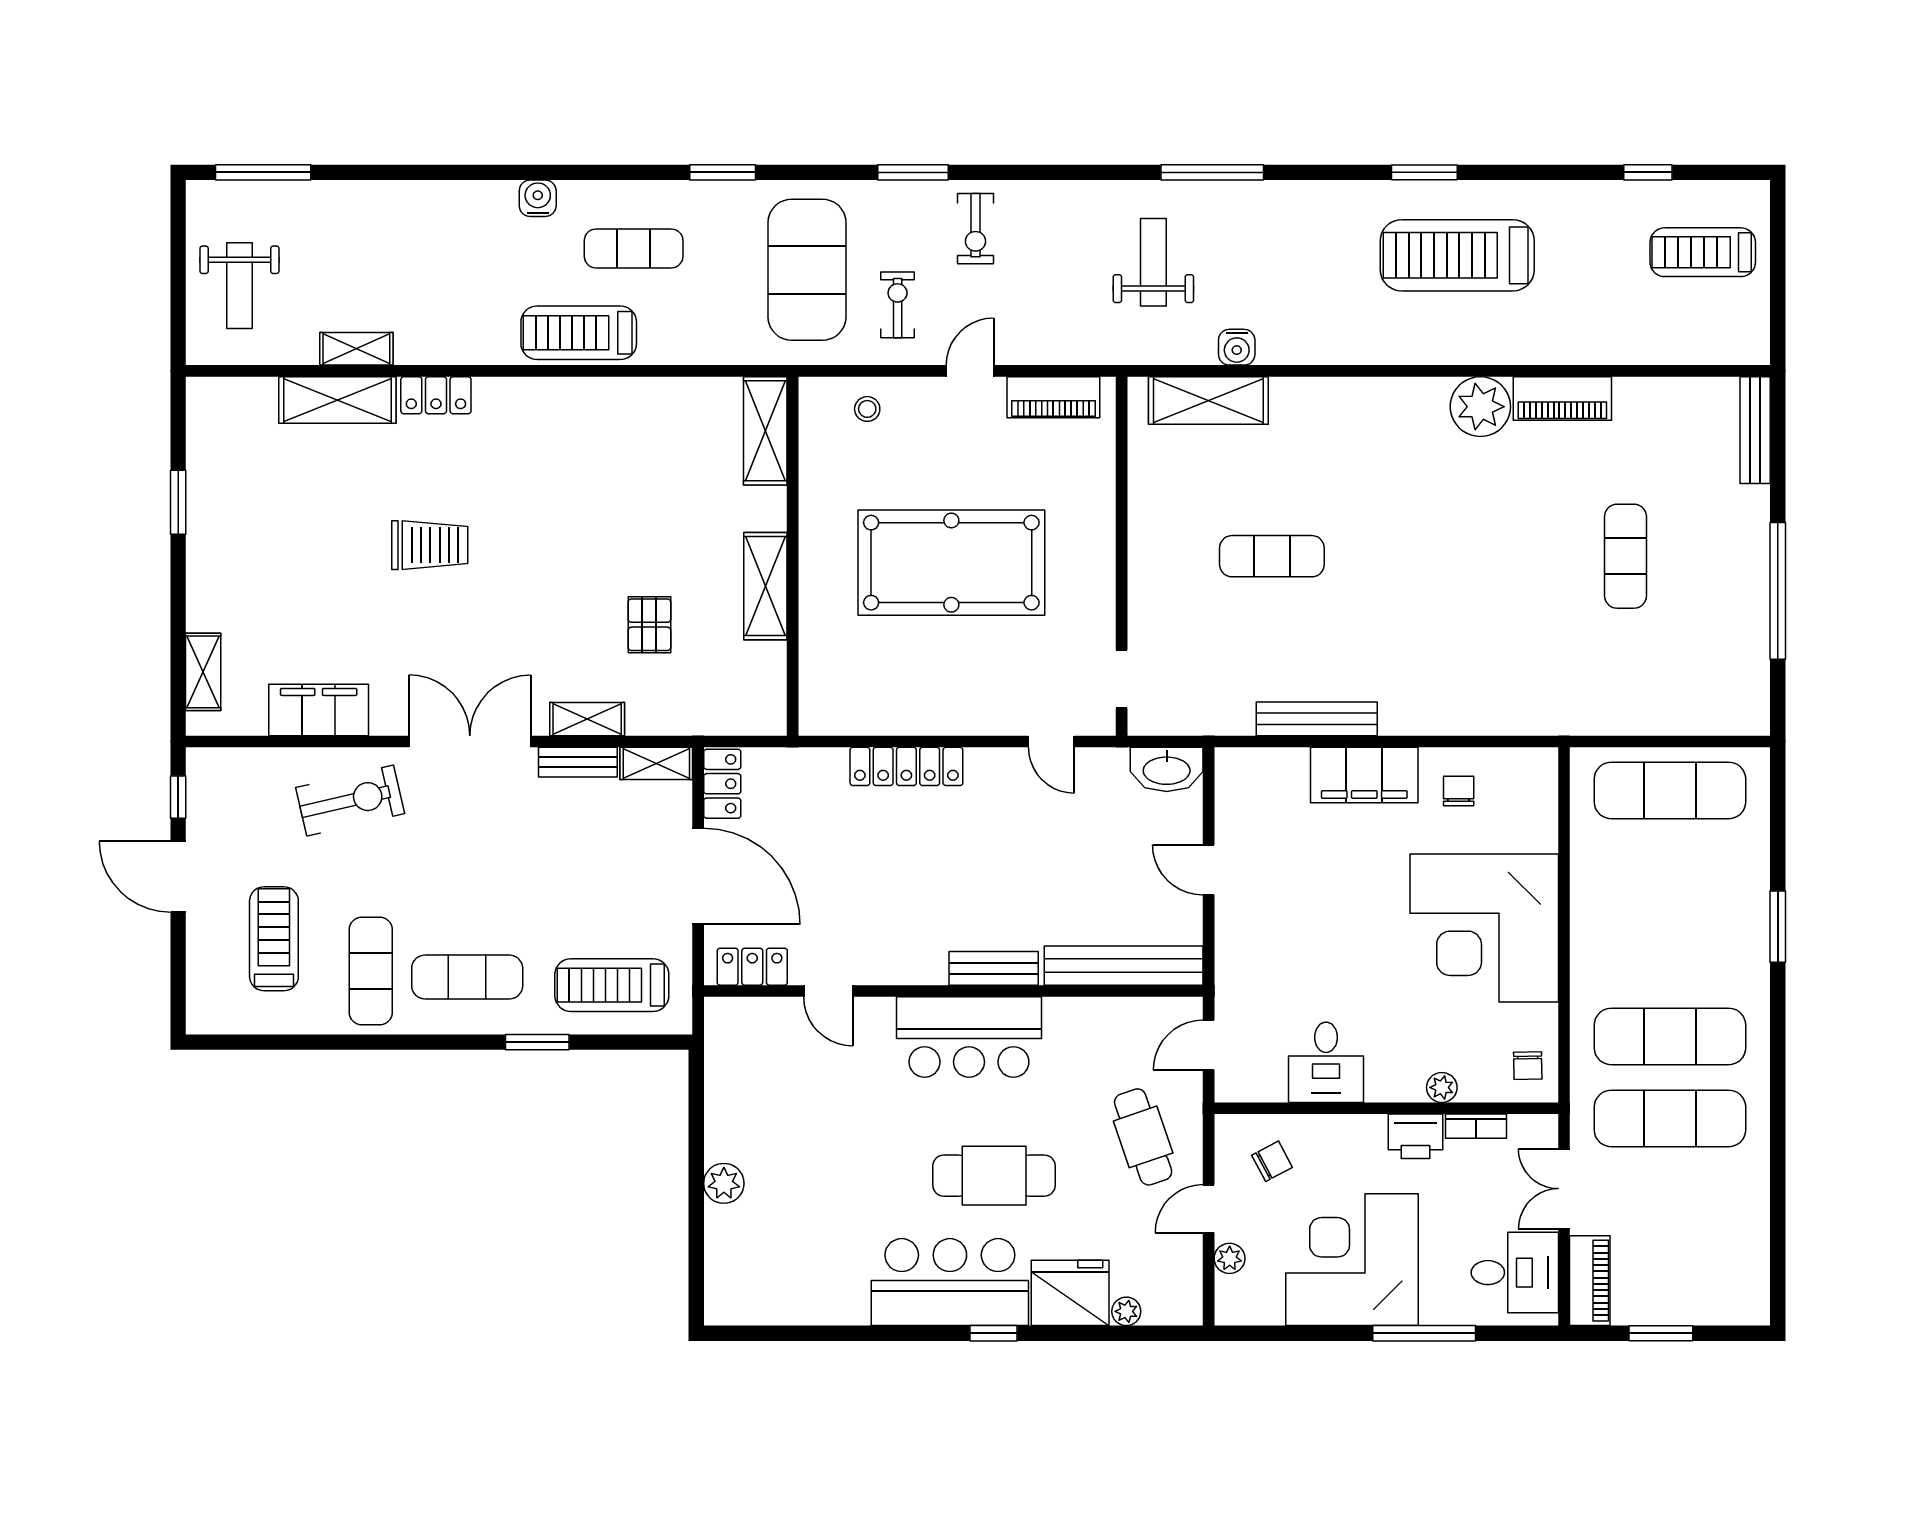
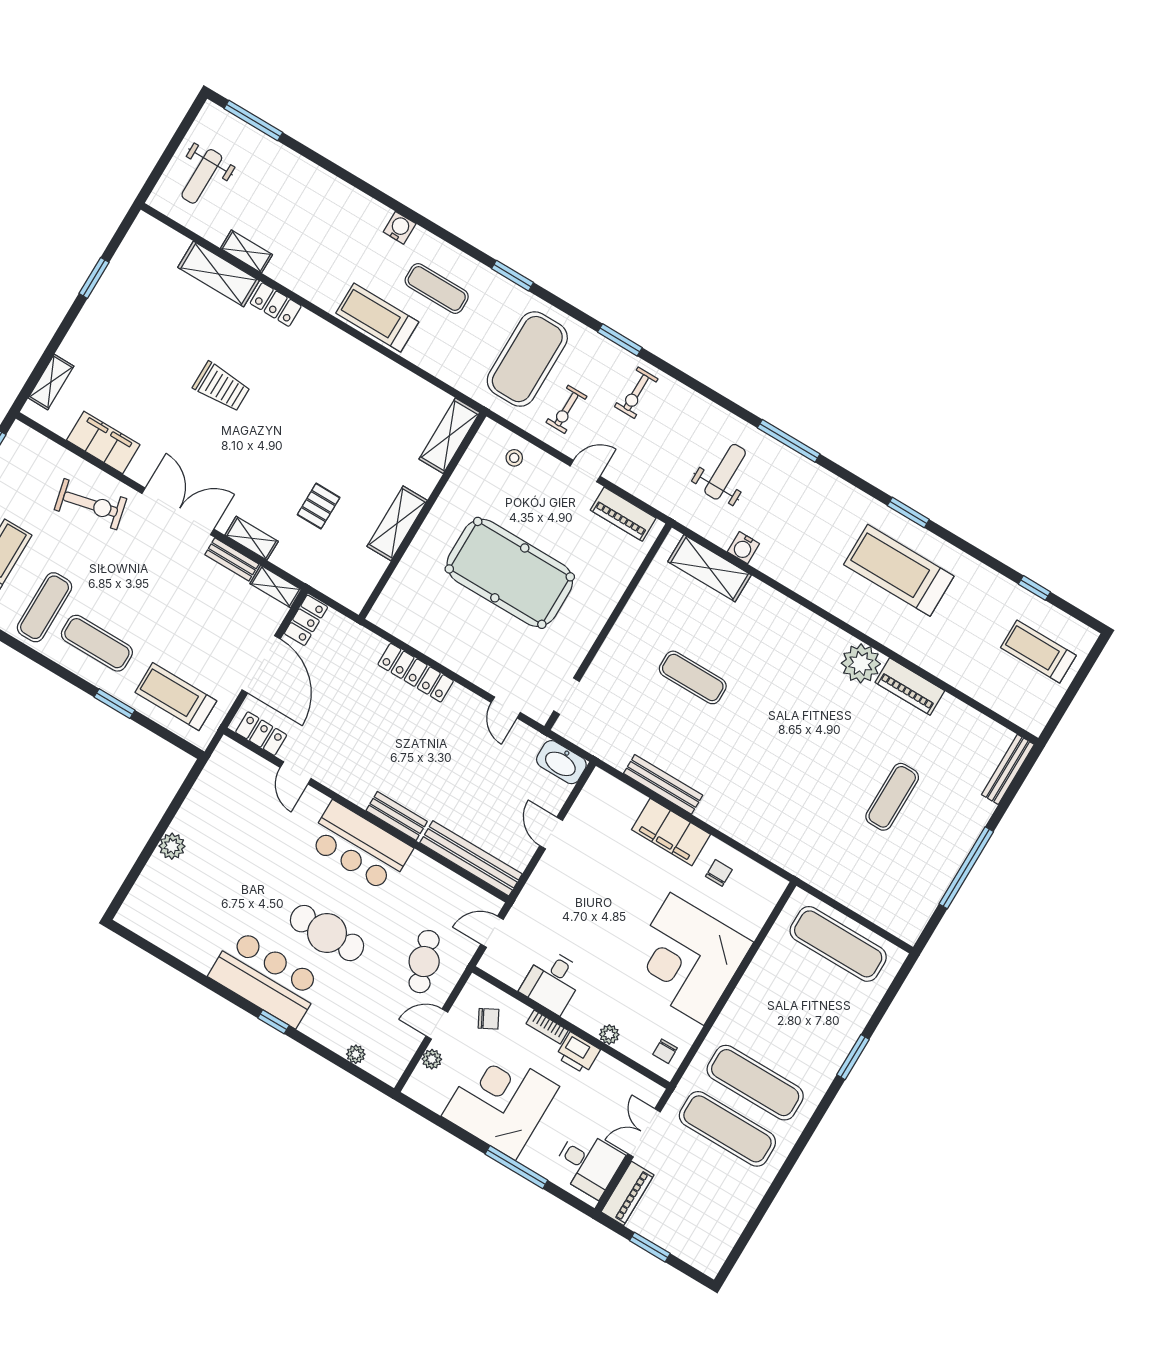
exercise bike: (898, 305) -> (566, 409), turned 180
bookcase: (1476, 1126) -> (547, 1027), moved
fridge: (1070, 1293) -> (330, 1025), removed

